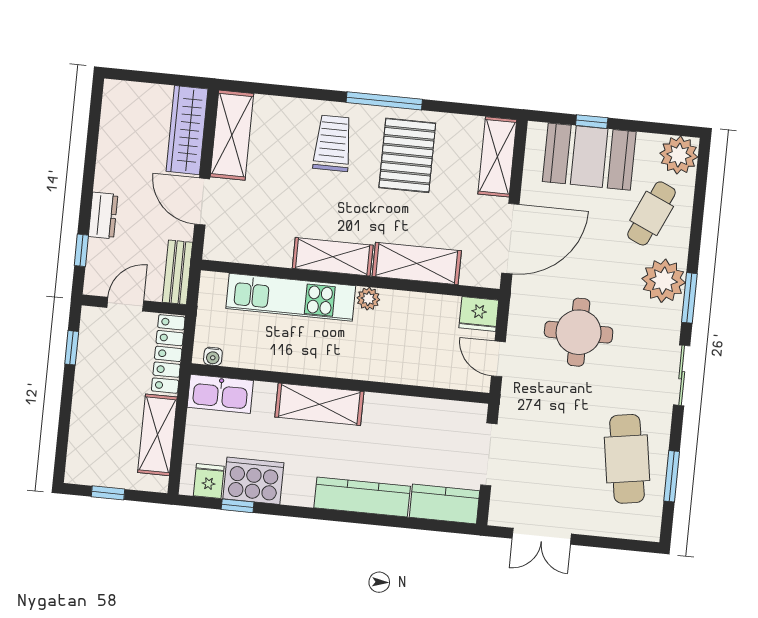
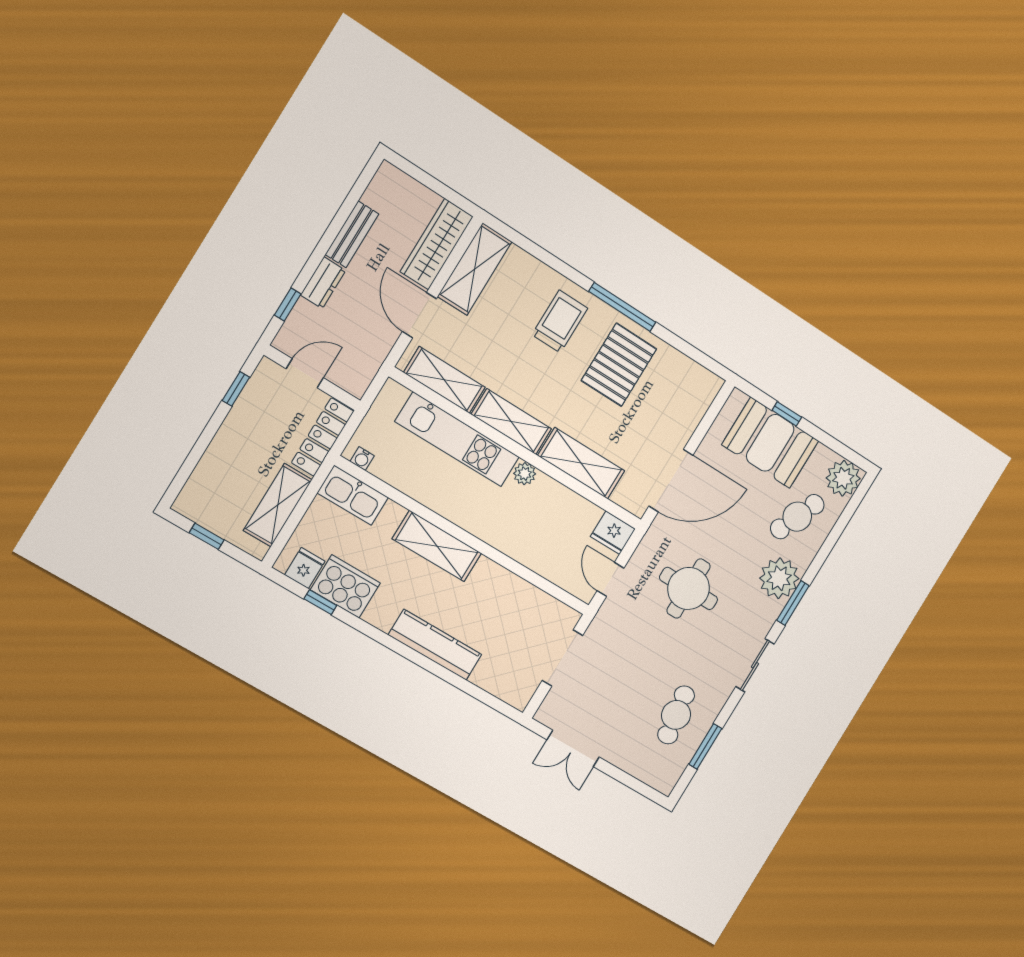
shelving: (497, 157) -> (444, 380), moved, turned 90
bench: (178, 272) -> (352, 234), moved
cafe table: (627, 459) -> (676, 715), width x0.73, depth x0.74
kitchen counter: (445, 504) -> (504, 683), removed

